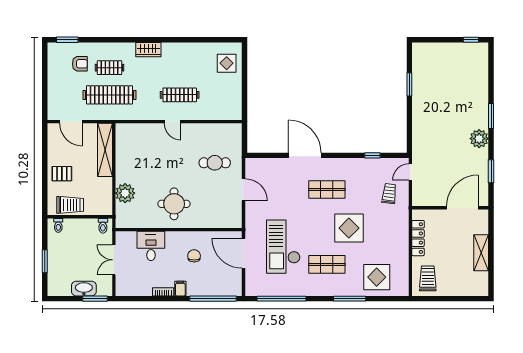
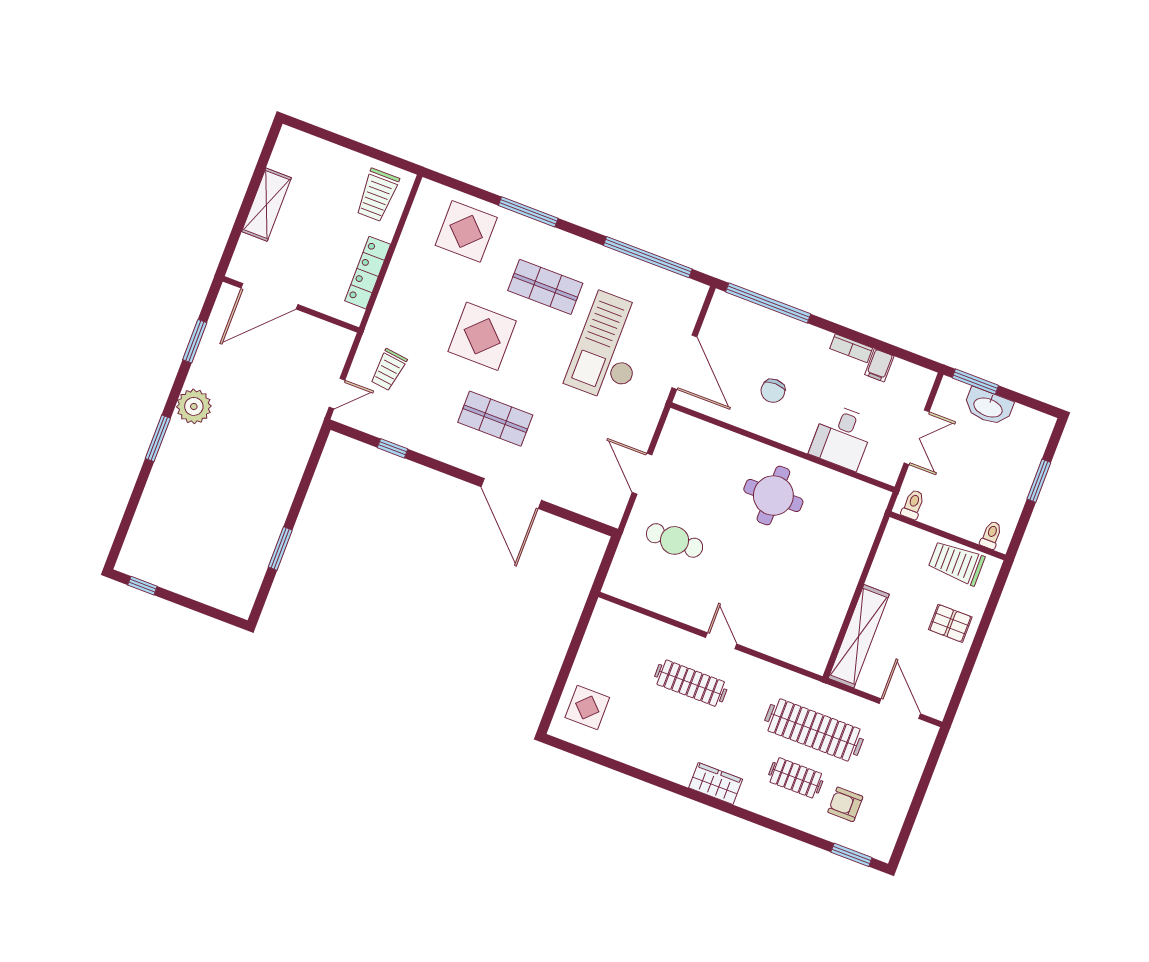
plant: (125, 193) -> (852, 547), removed
checkout: (283, 247) -> (610, 347), turned 180
filing cabinet: (180, 289) -> (879, 365), moved

